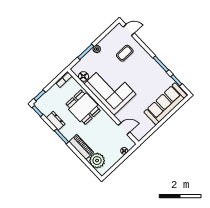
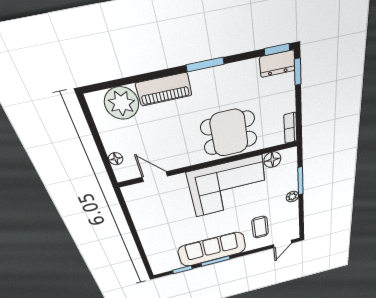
sofa: (166, 104) -> (212, 249), moved, turned -90
dresser: (56, 121) -> (277, 64), moved
door: (124, 129) -> (155, 177), swing flipped

